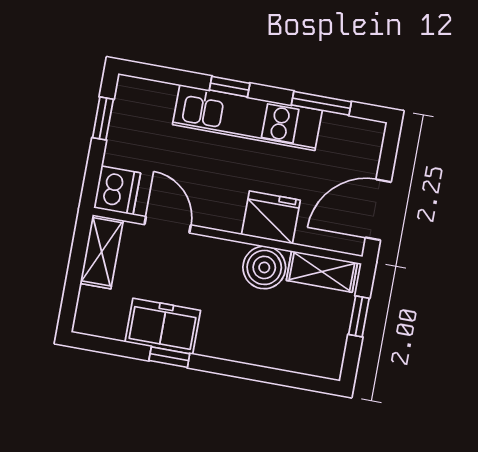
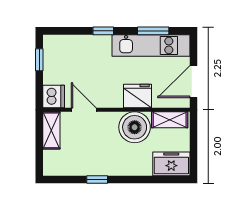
kitchen unit: (247, 118) -> (151, 45), moved
boiler: (264, 267) -> (135, 127), width x1.37, depth x1.37
window: (359, 316) -> (193, 140), removed
freezer: (163, 326) -> (171, 164), moved

